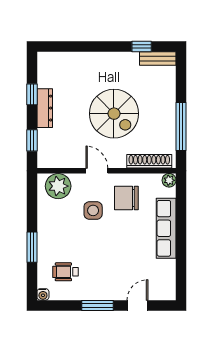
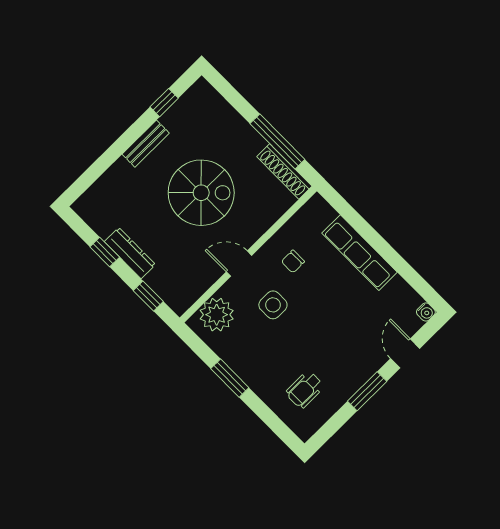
bench: (158, 59) -> (146, 144), moved
shoe rack: (149, 161) -> (284, 171), moved, turned -90
plant: (169, 180) -> (317, 204), removed
chair: (126, 198) -> (293, 262), width x0.54, depth x0.54
window: (32, 247) -> (230, 378), moved
water cooler: (43, 294) -> (426, 312), moved

